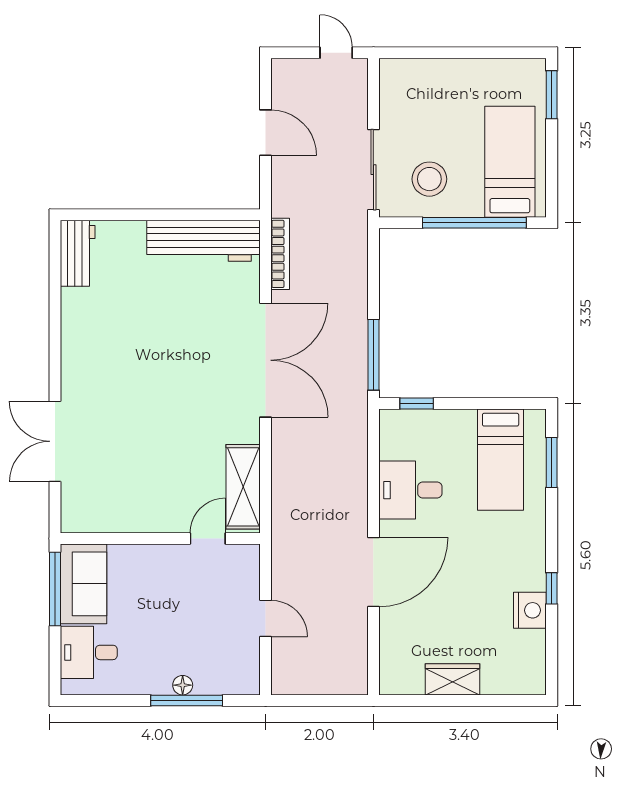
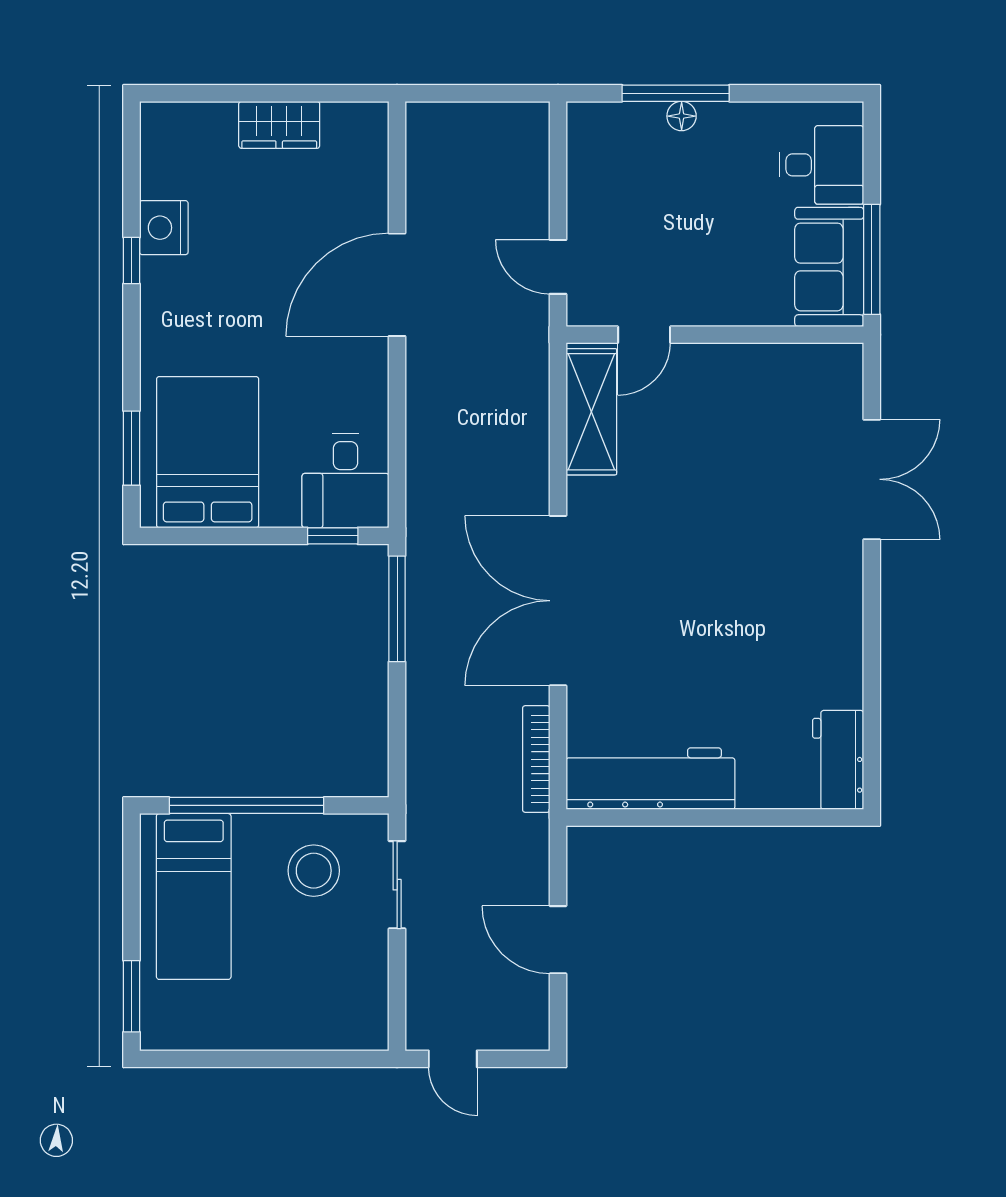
sliding door: (373, 170) -> (397, 885), width x0.73
bed: (501, 460) -> (208, 452), width x1.50
desk: (410, 490) -> (345, 481), moved, turned 90
door: (266, 618) -> (558, 267), moved

